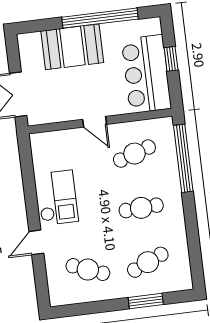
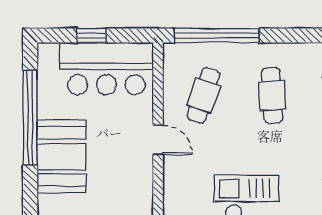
door: (95, 122) -> (158, 140), hinge flipped
cafe table: (134, 154) -> (204, 95), turned 36

